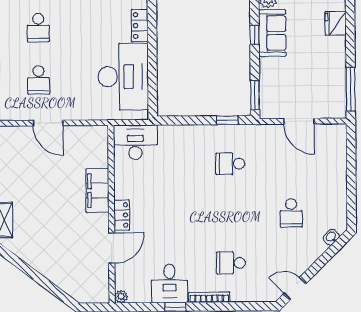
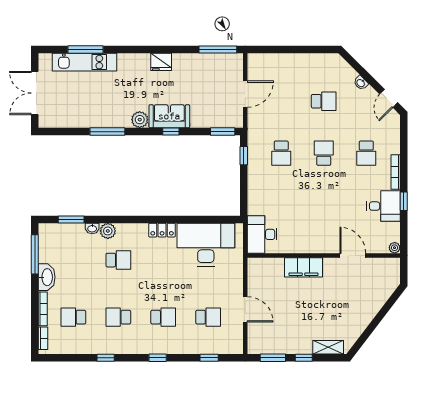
door: (48, 123) -> (245, 309), hinge flipped
school desk: (231, 213) -> (324, 153), added
locker: (122, 215) -> (325, 247), removed
washbasin: (331, 237) -> (361, 83), moved

